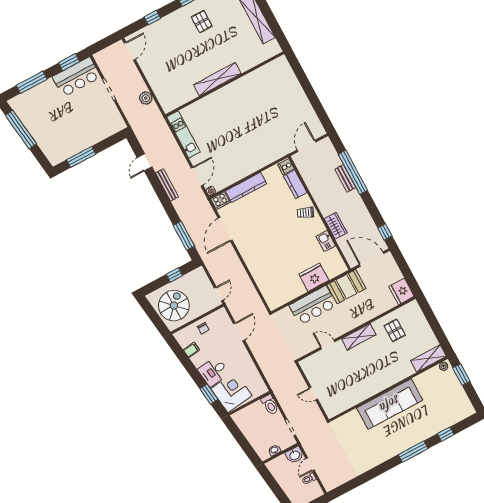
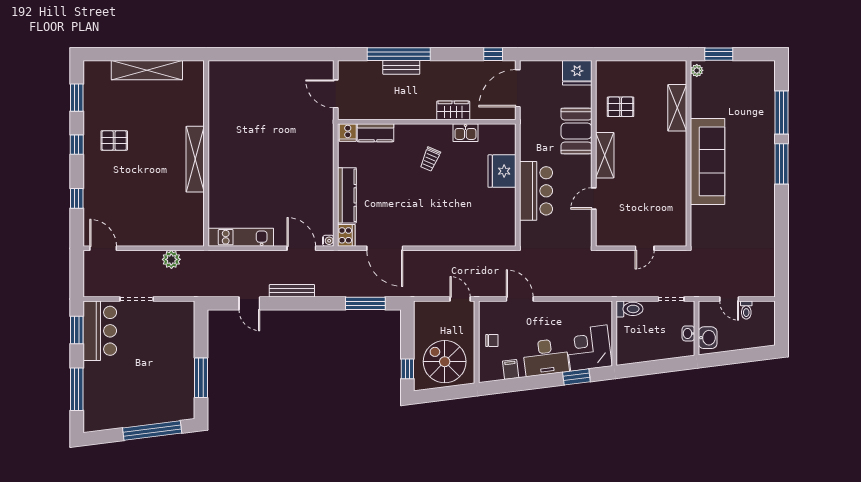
window: (21, 130) -> (152, 430), moved
trolley: (305, 213) -> (430, 159), moved
window: (174, 275) -> (407, 369), moved
booth: (346, 287) -> (576, 131), moved
shelving: (429, 358) -> (677, 108), moved
desk: (213, 371) -> (546, 357), width x1.37
window: (446, 434) -> (782, 113), width x2.17
washbasin: (295, 455) -> (708, 338), moved

